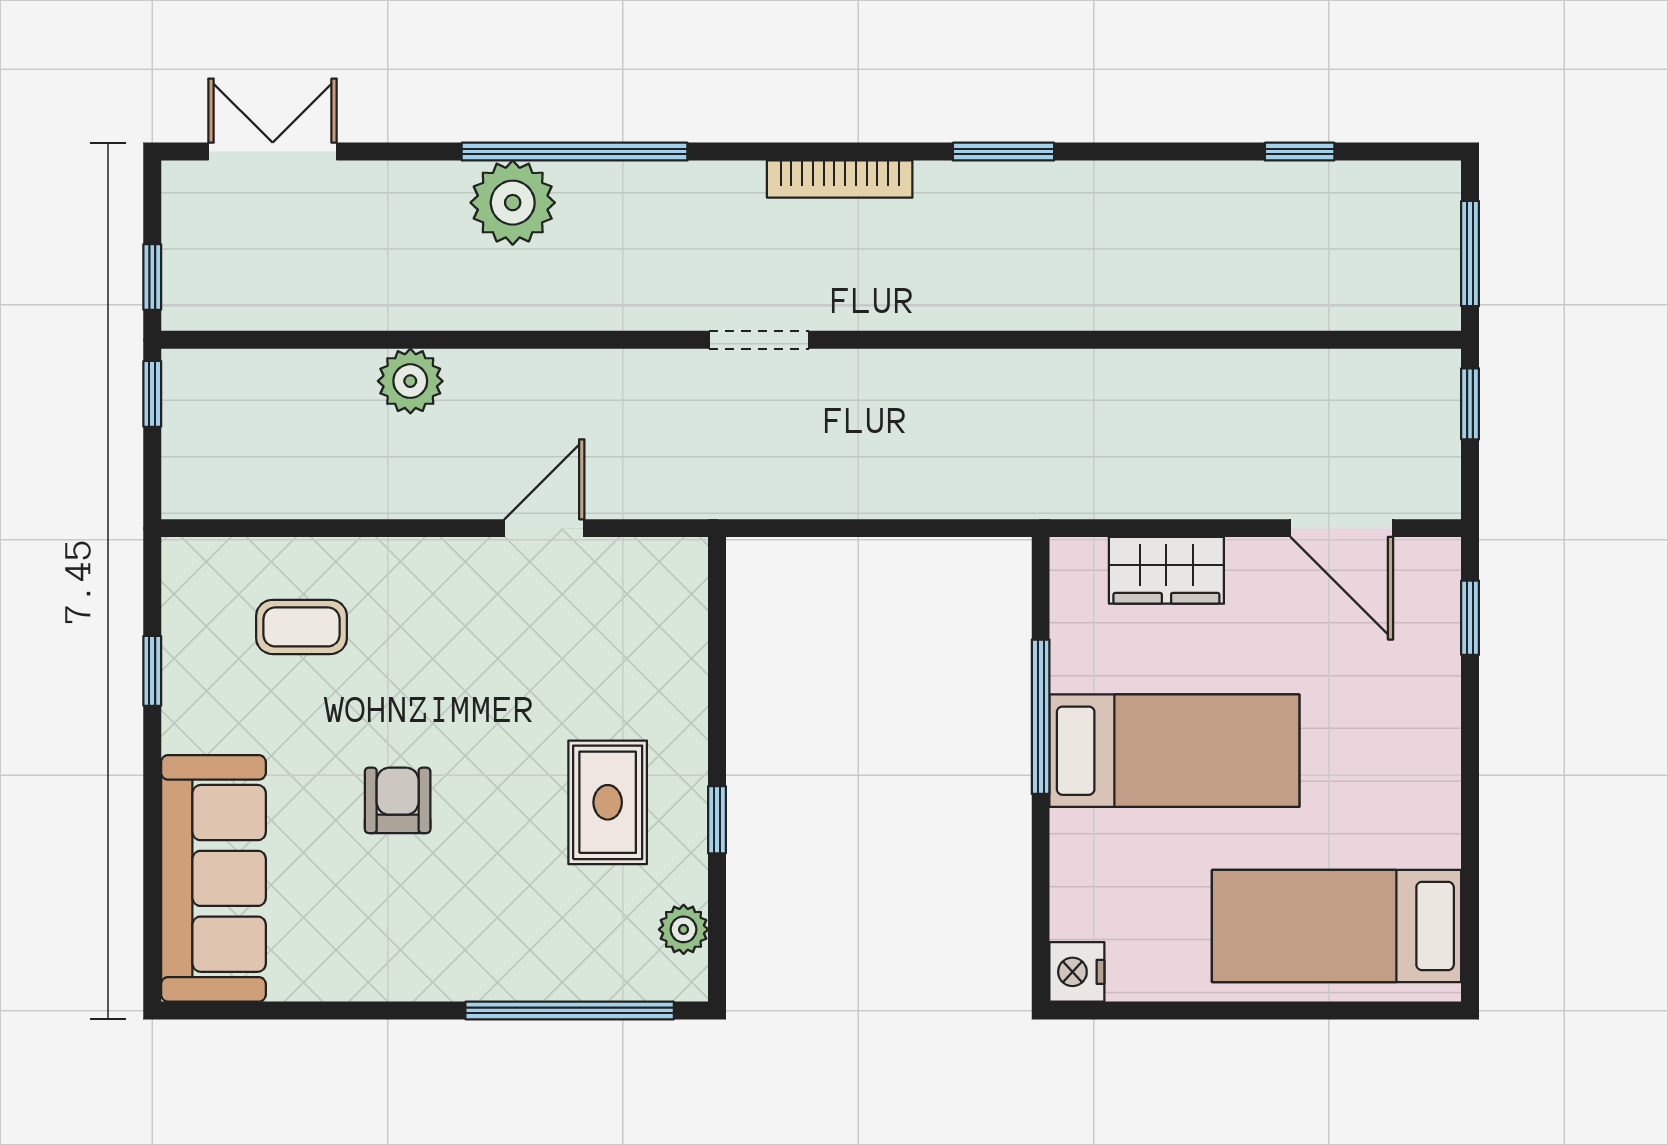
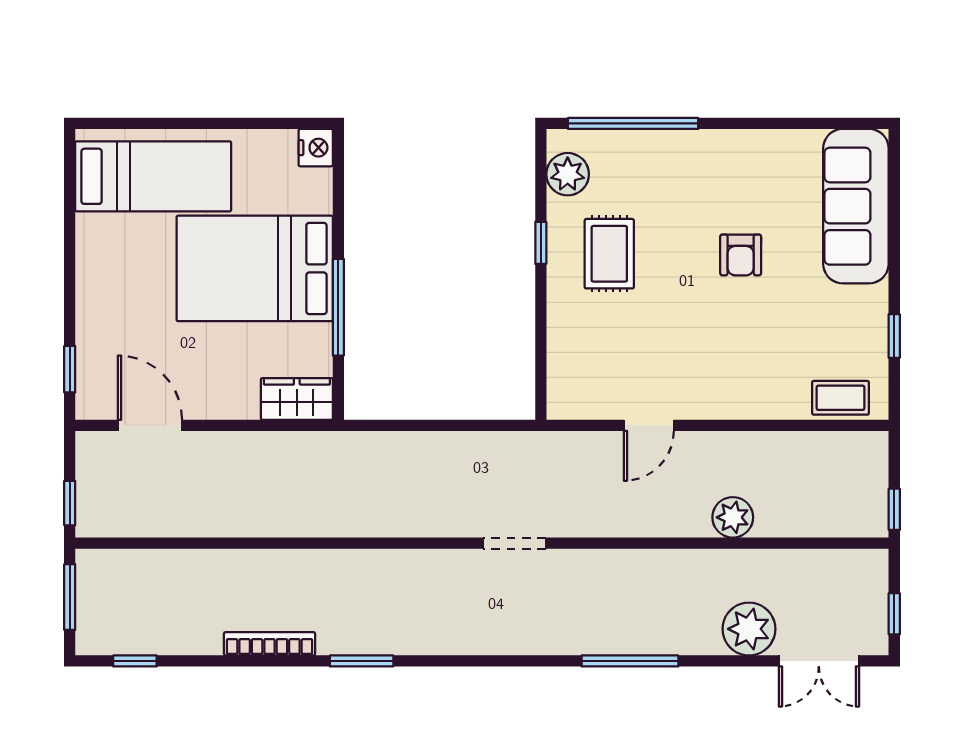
window: (575, 152) -> (630, 661), width x0.68
window: (1300, 152) -> (135, 661), moved
bookcase: (840, 179) -> (270, 644), moved
plant: (513, 203) -> (749, 629), moved
window: (152, 277) -> (894, 614), moved
wardrobe: (1166, 570) -> (297, 399), moved
coffee table: (301, 627) -> (840, 398), moved
bed: (1174, 751) -> (255, 268), width x1.50
plant: (684, 929) -> (568, 174), width x1.38, depth x1.38

